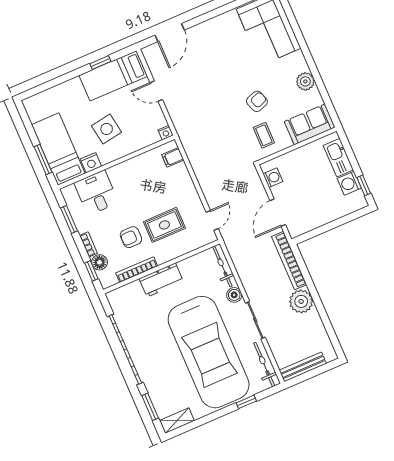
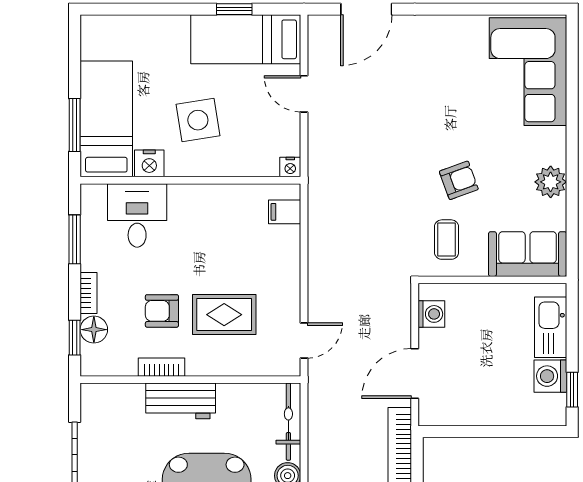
bookcase: (137, 270) -> (162, 367), width x0.64

